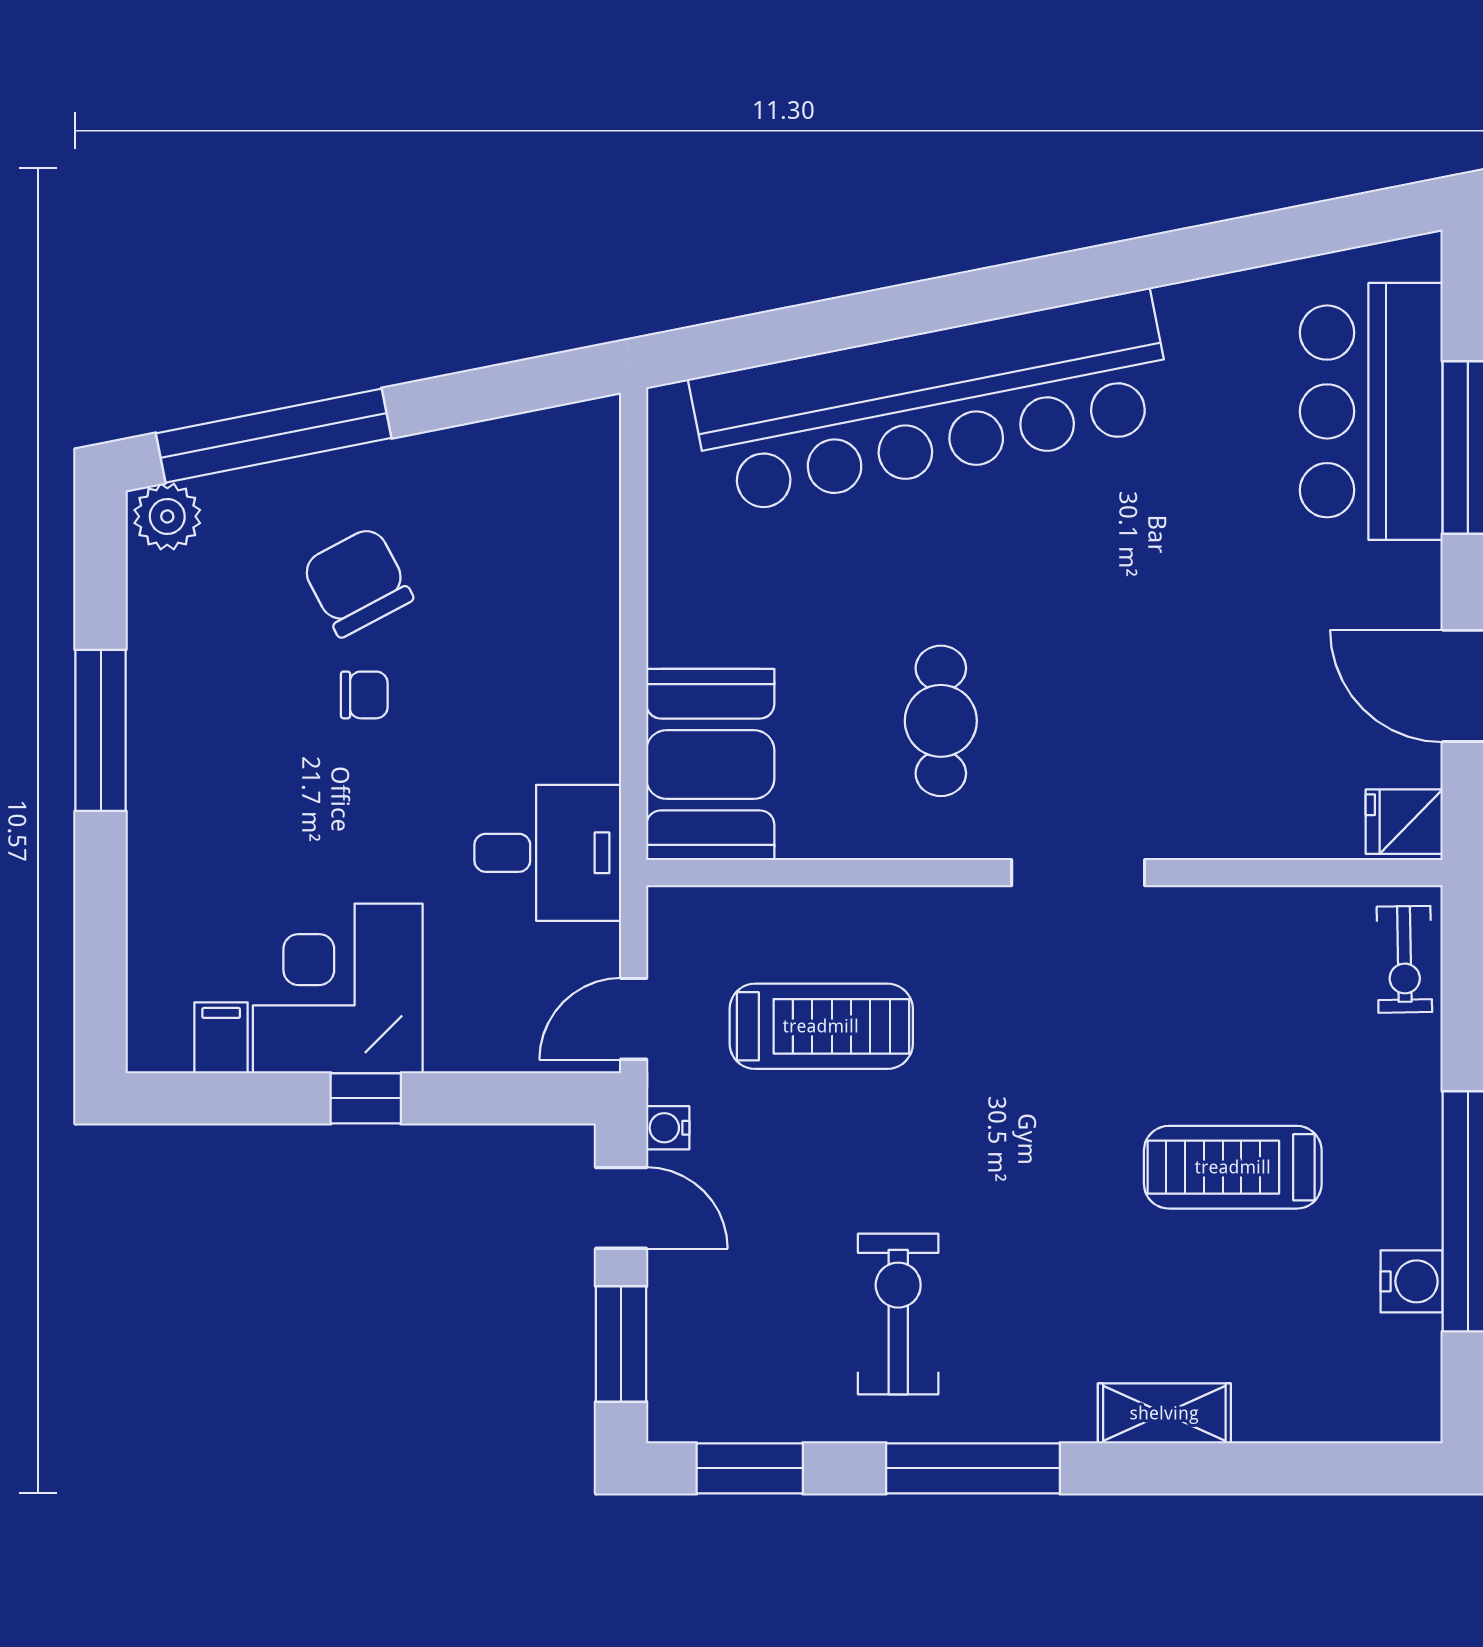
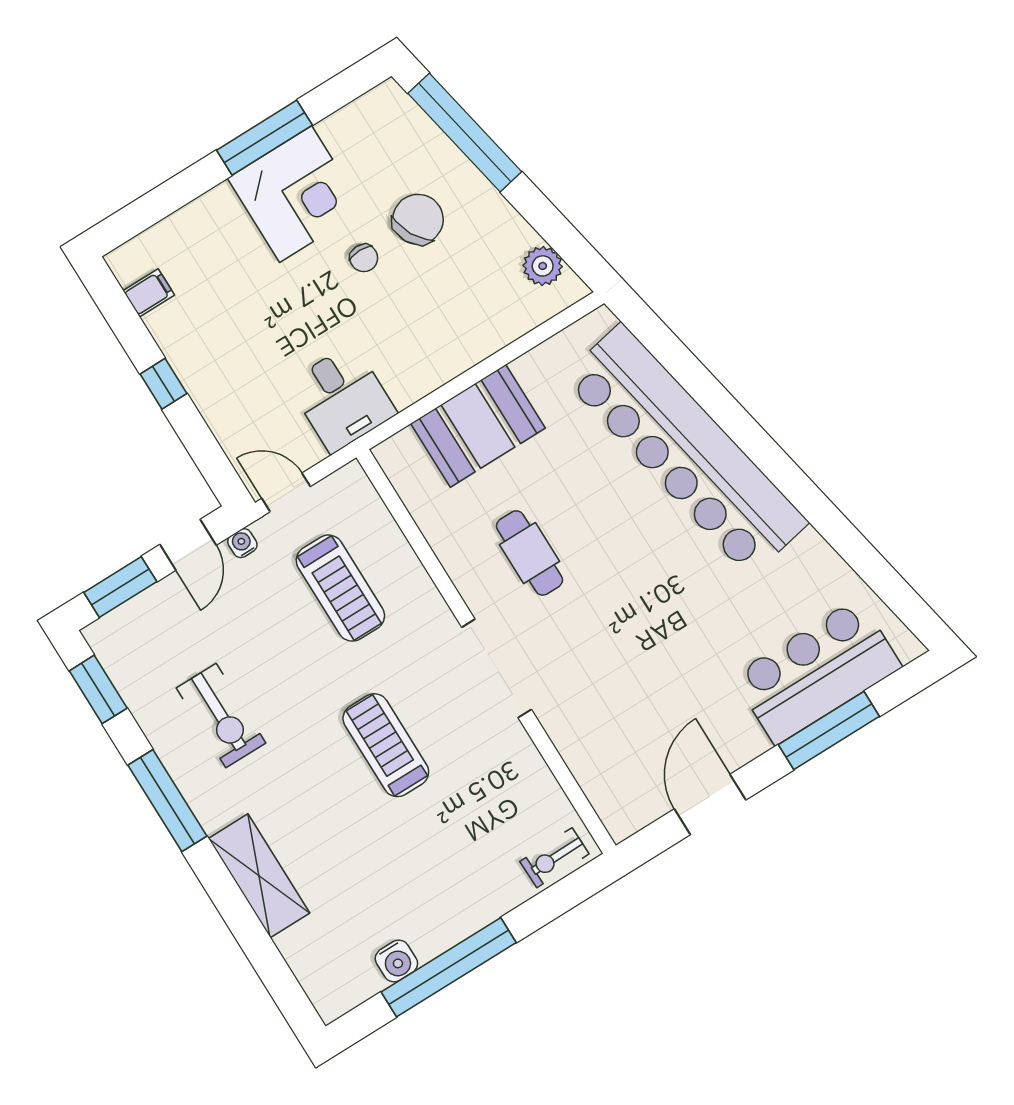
plant: (167, 516) -> (543, 266), moved
cafe table: (941, 721) -> (530, 553), turned 90
booth: (710, 764) -> (478, 426), moved
fridge: (1404, 822) -> (623, 815), removed
doorway: (1078, 873) -> (497, 668), width x1.36
corner desk: (338, 988) -> (296, 194), moved, turned 90
treadmill: (1233, 1167) -> (386, 745), moved
exercise bike: (898, 1314) -> (221, 716), turned 90
shelving: (1164, 1413) -> (259, 876), width x1.50, depth x1.33

